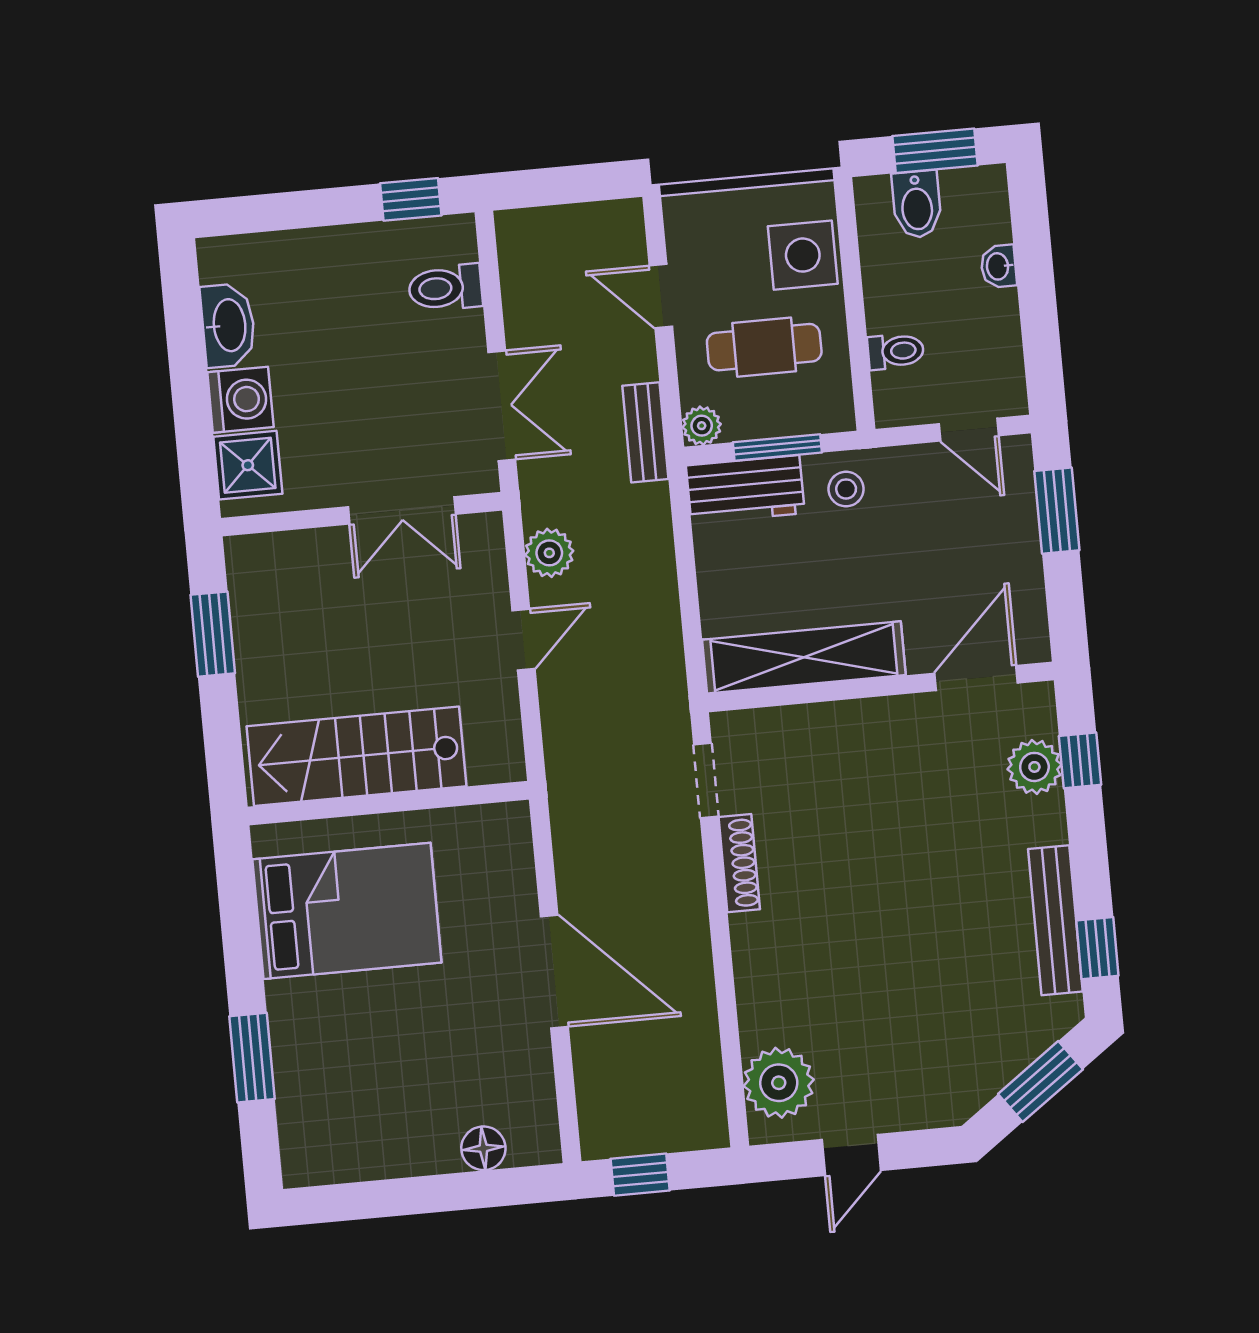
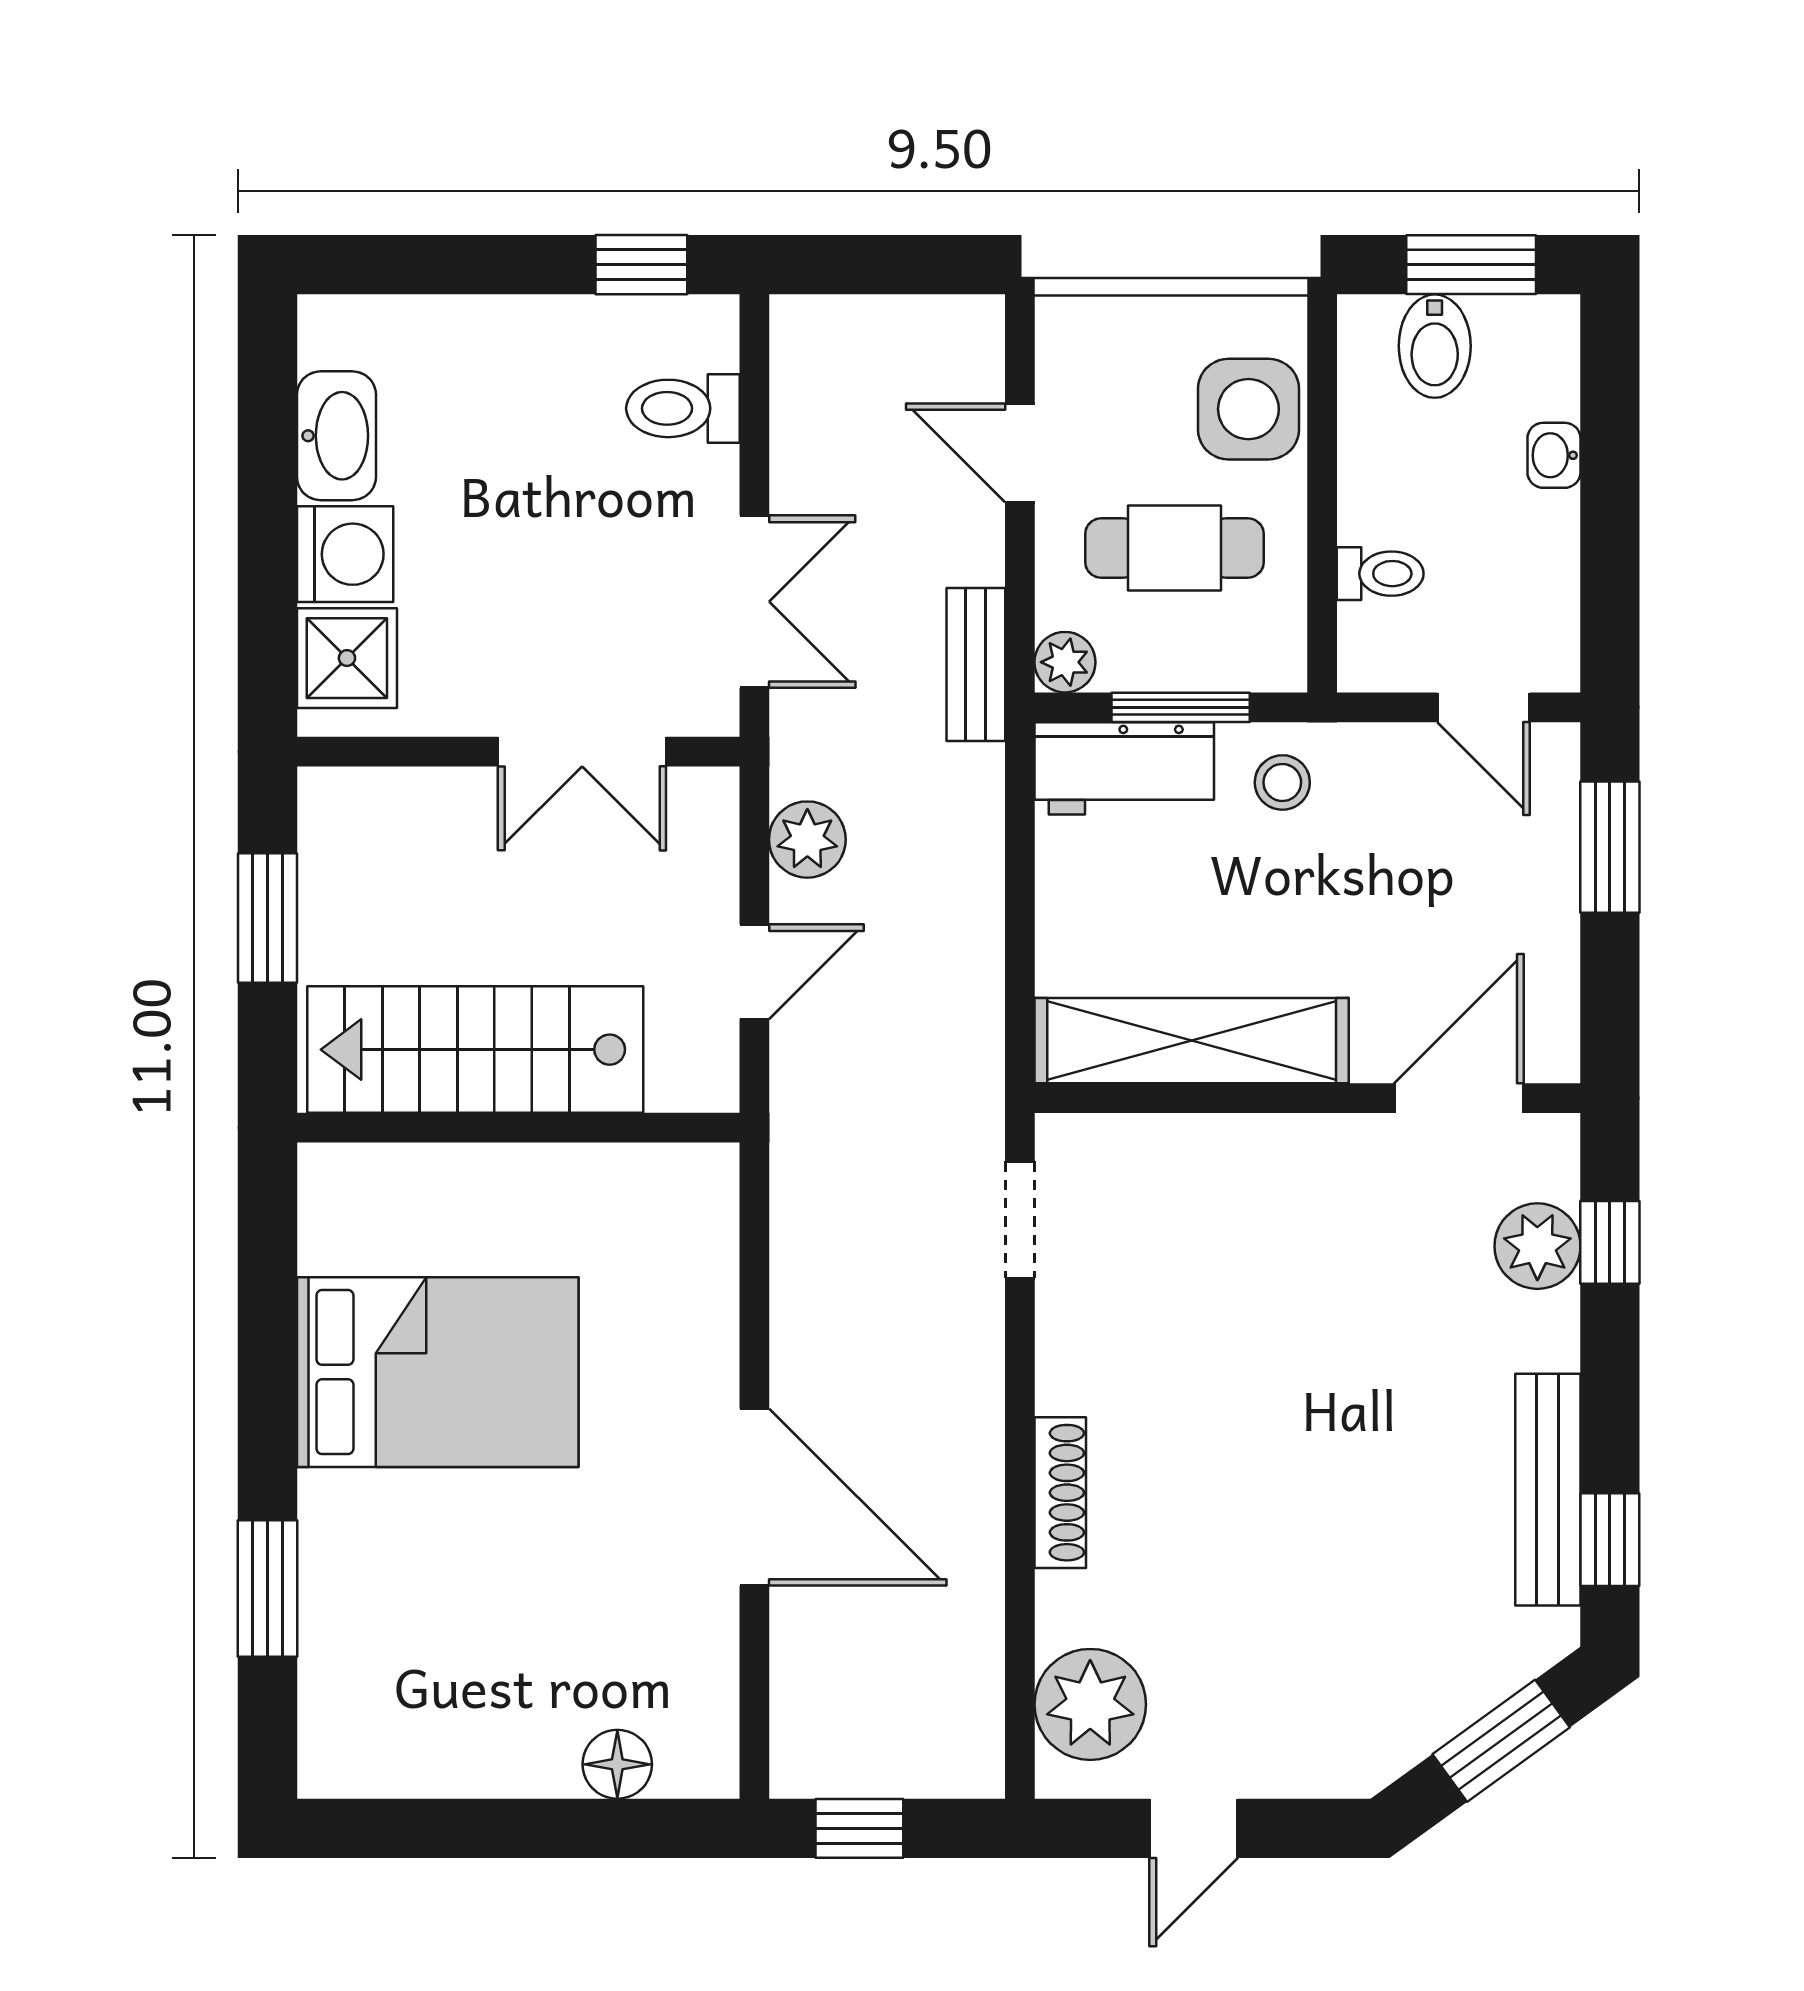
stairs: (357, 756) -> (475, 1050), moved
wall: (388, 803) -> (518, 1128), moved
shoe rack: (739, 863) -> (1060, 1493), moved

